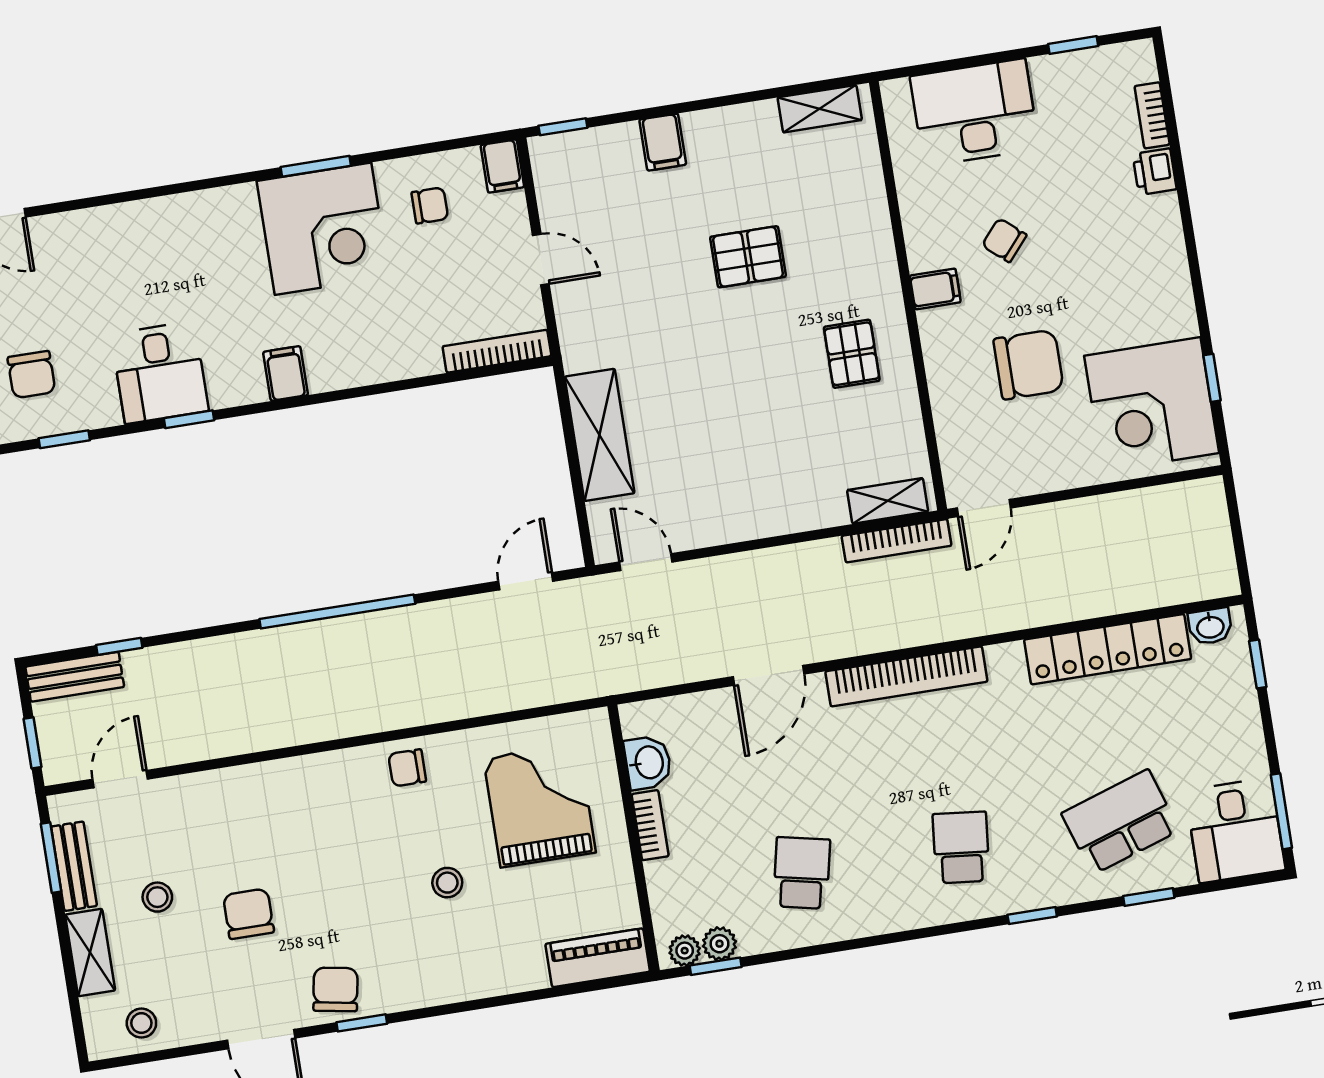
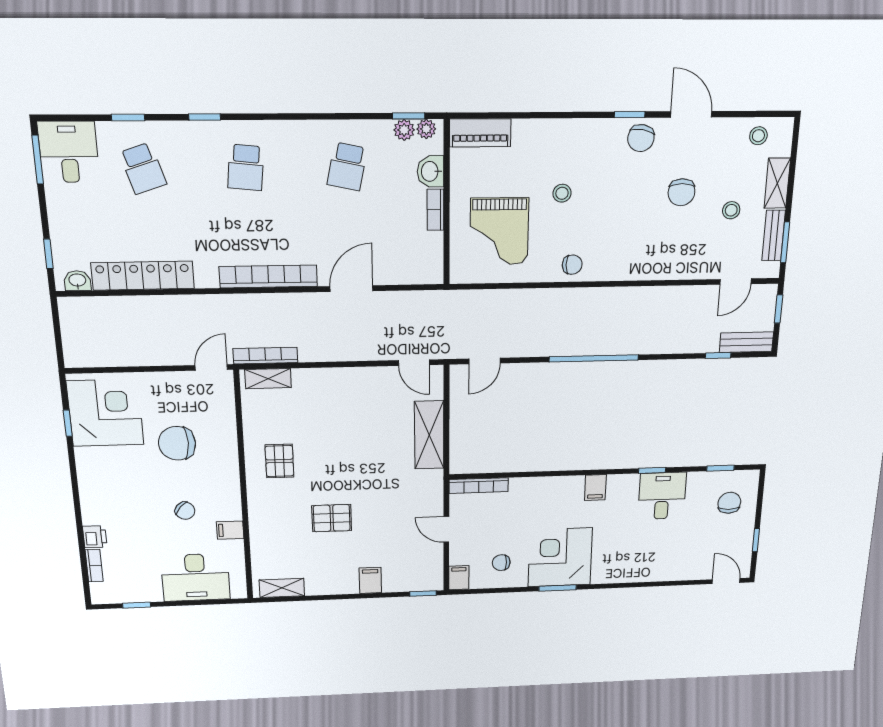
filing cabinet: (935, 289) -> (230, 530), moved
washbasin: (648, 763) -> (430, 171), moved
school desk: (1120, 822) -> (143, 168), width x0.54

